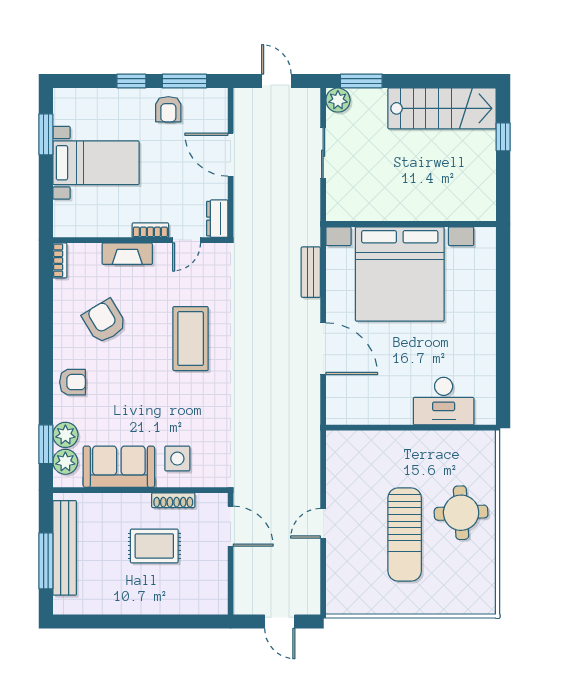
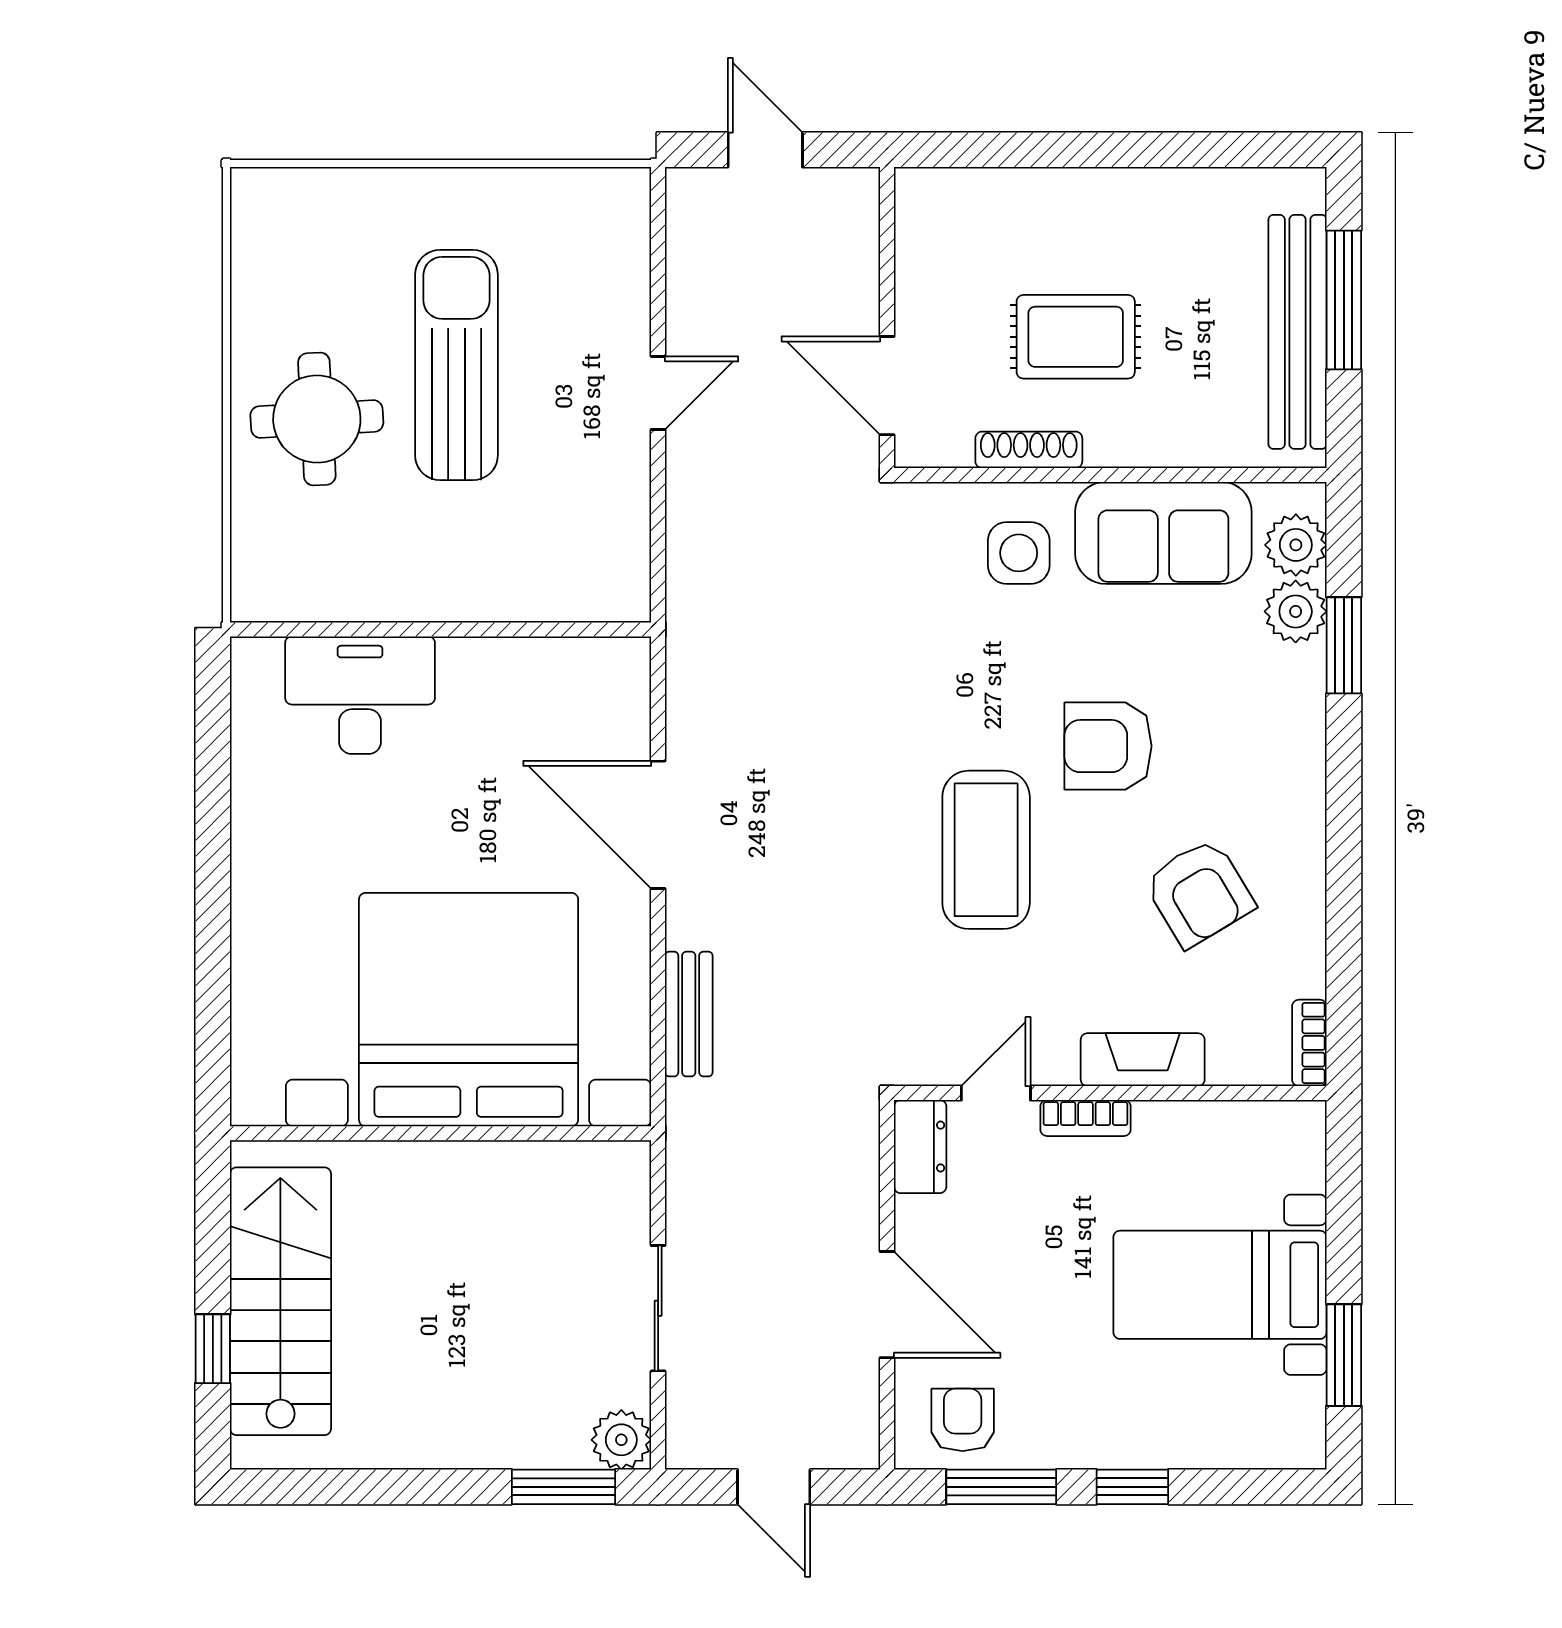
stairs: (442, 108) -> (280, 1301), moved, turned 90
armchair: (168, 109) -> (963, 1420), moved
armchair: (73, 382) -> (1108, 746), moved, width x1.38, depth x1.38
window: (46, 444) -> (1344, 645), moved

